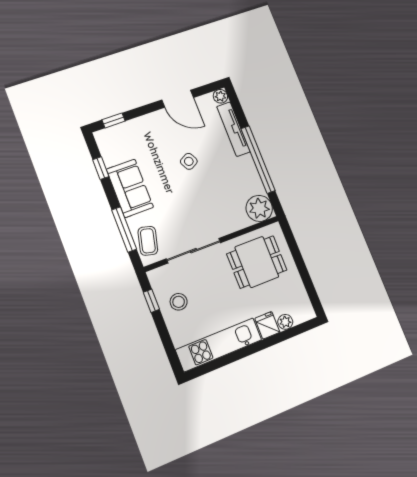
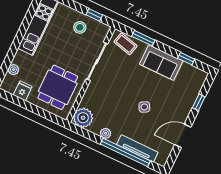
plant: (220, 96) -> (106, 133), moved
window: (114, 120) -> (199, 102), moved
window: (258, 160) -> (125, 152), moved
window: (124, 229) -> (143, 38), width x0.69
fridge: (267, 325) -> (23, 91), moved, turned -90

